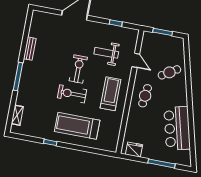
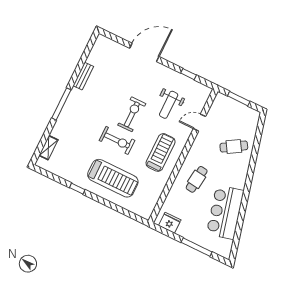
weight bench: (106, 53) -> (169, 105), turned -90
door: (136, 60) -> (200, 123), swing flipped
exercise bike: (72, 94) -> (117, 140), turned 180
cafe table: (145, 96) -> (197, 179), moved
treadmill: (77, 126) -> (113, 178), turned 180

